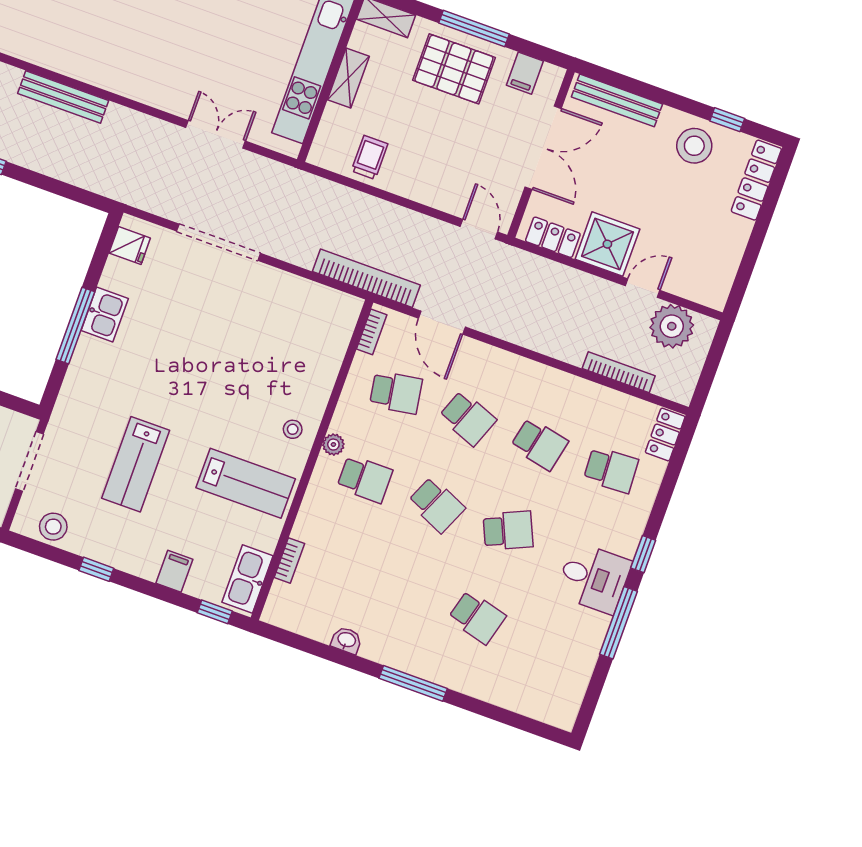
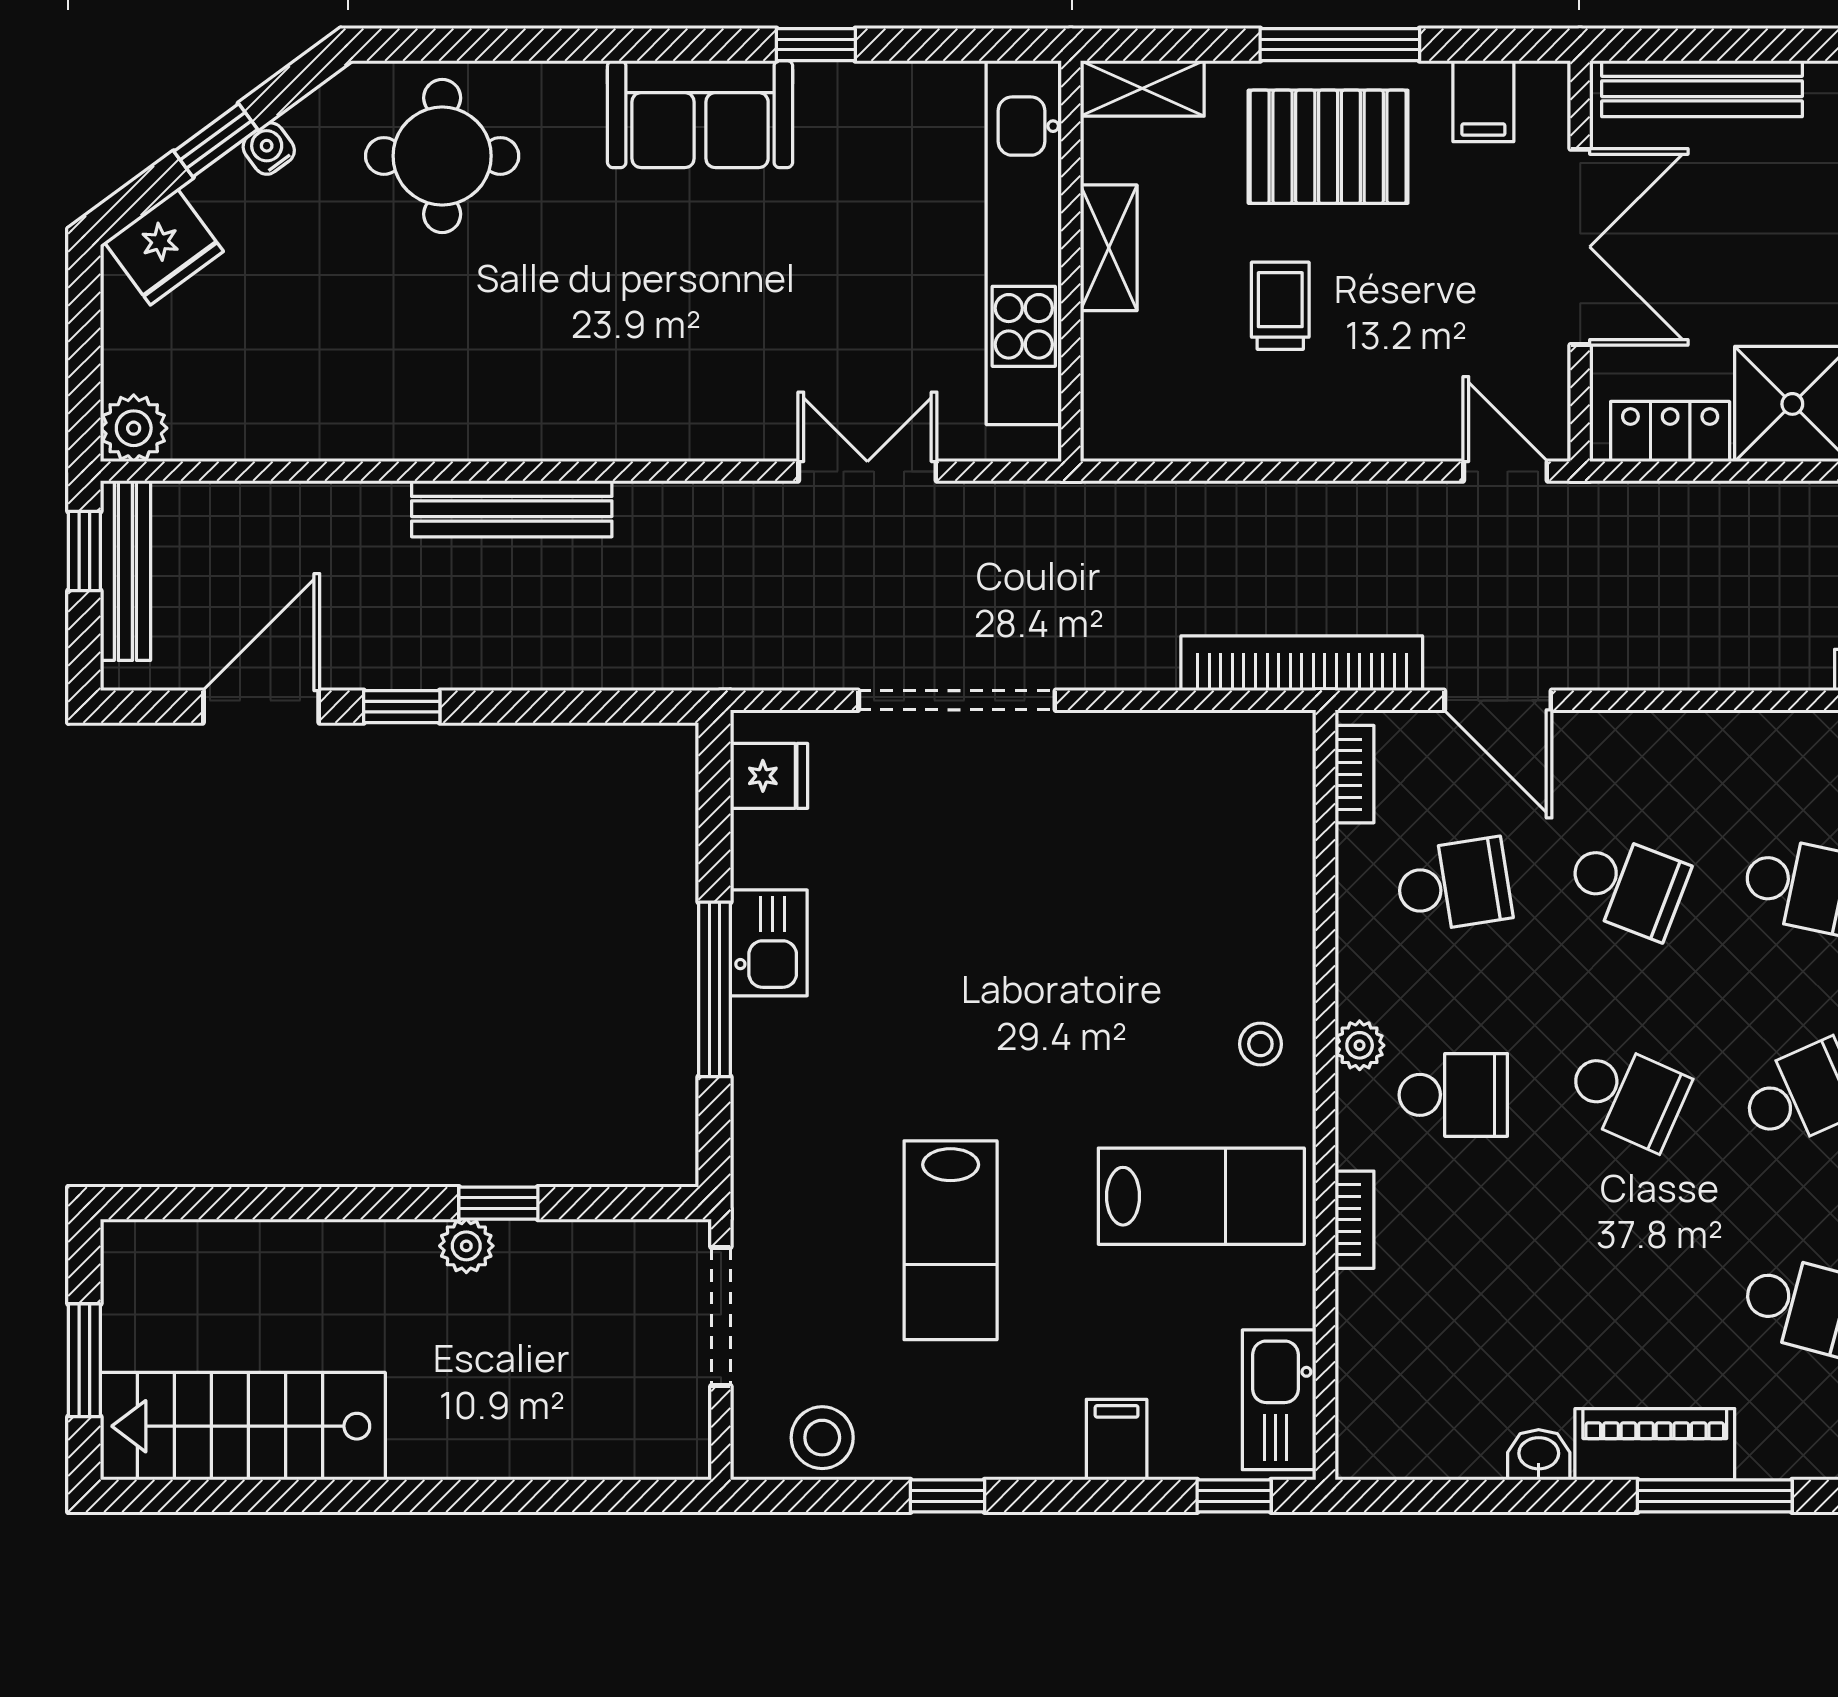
trolley: (370, 157) -> (1280, 306), moved
bookcase: (289, 561) -> (1355, 1220), moved
piano: (396, 653) -> (1655, 1444), added

